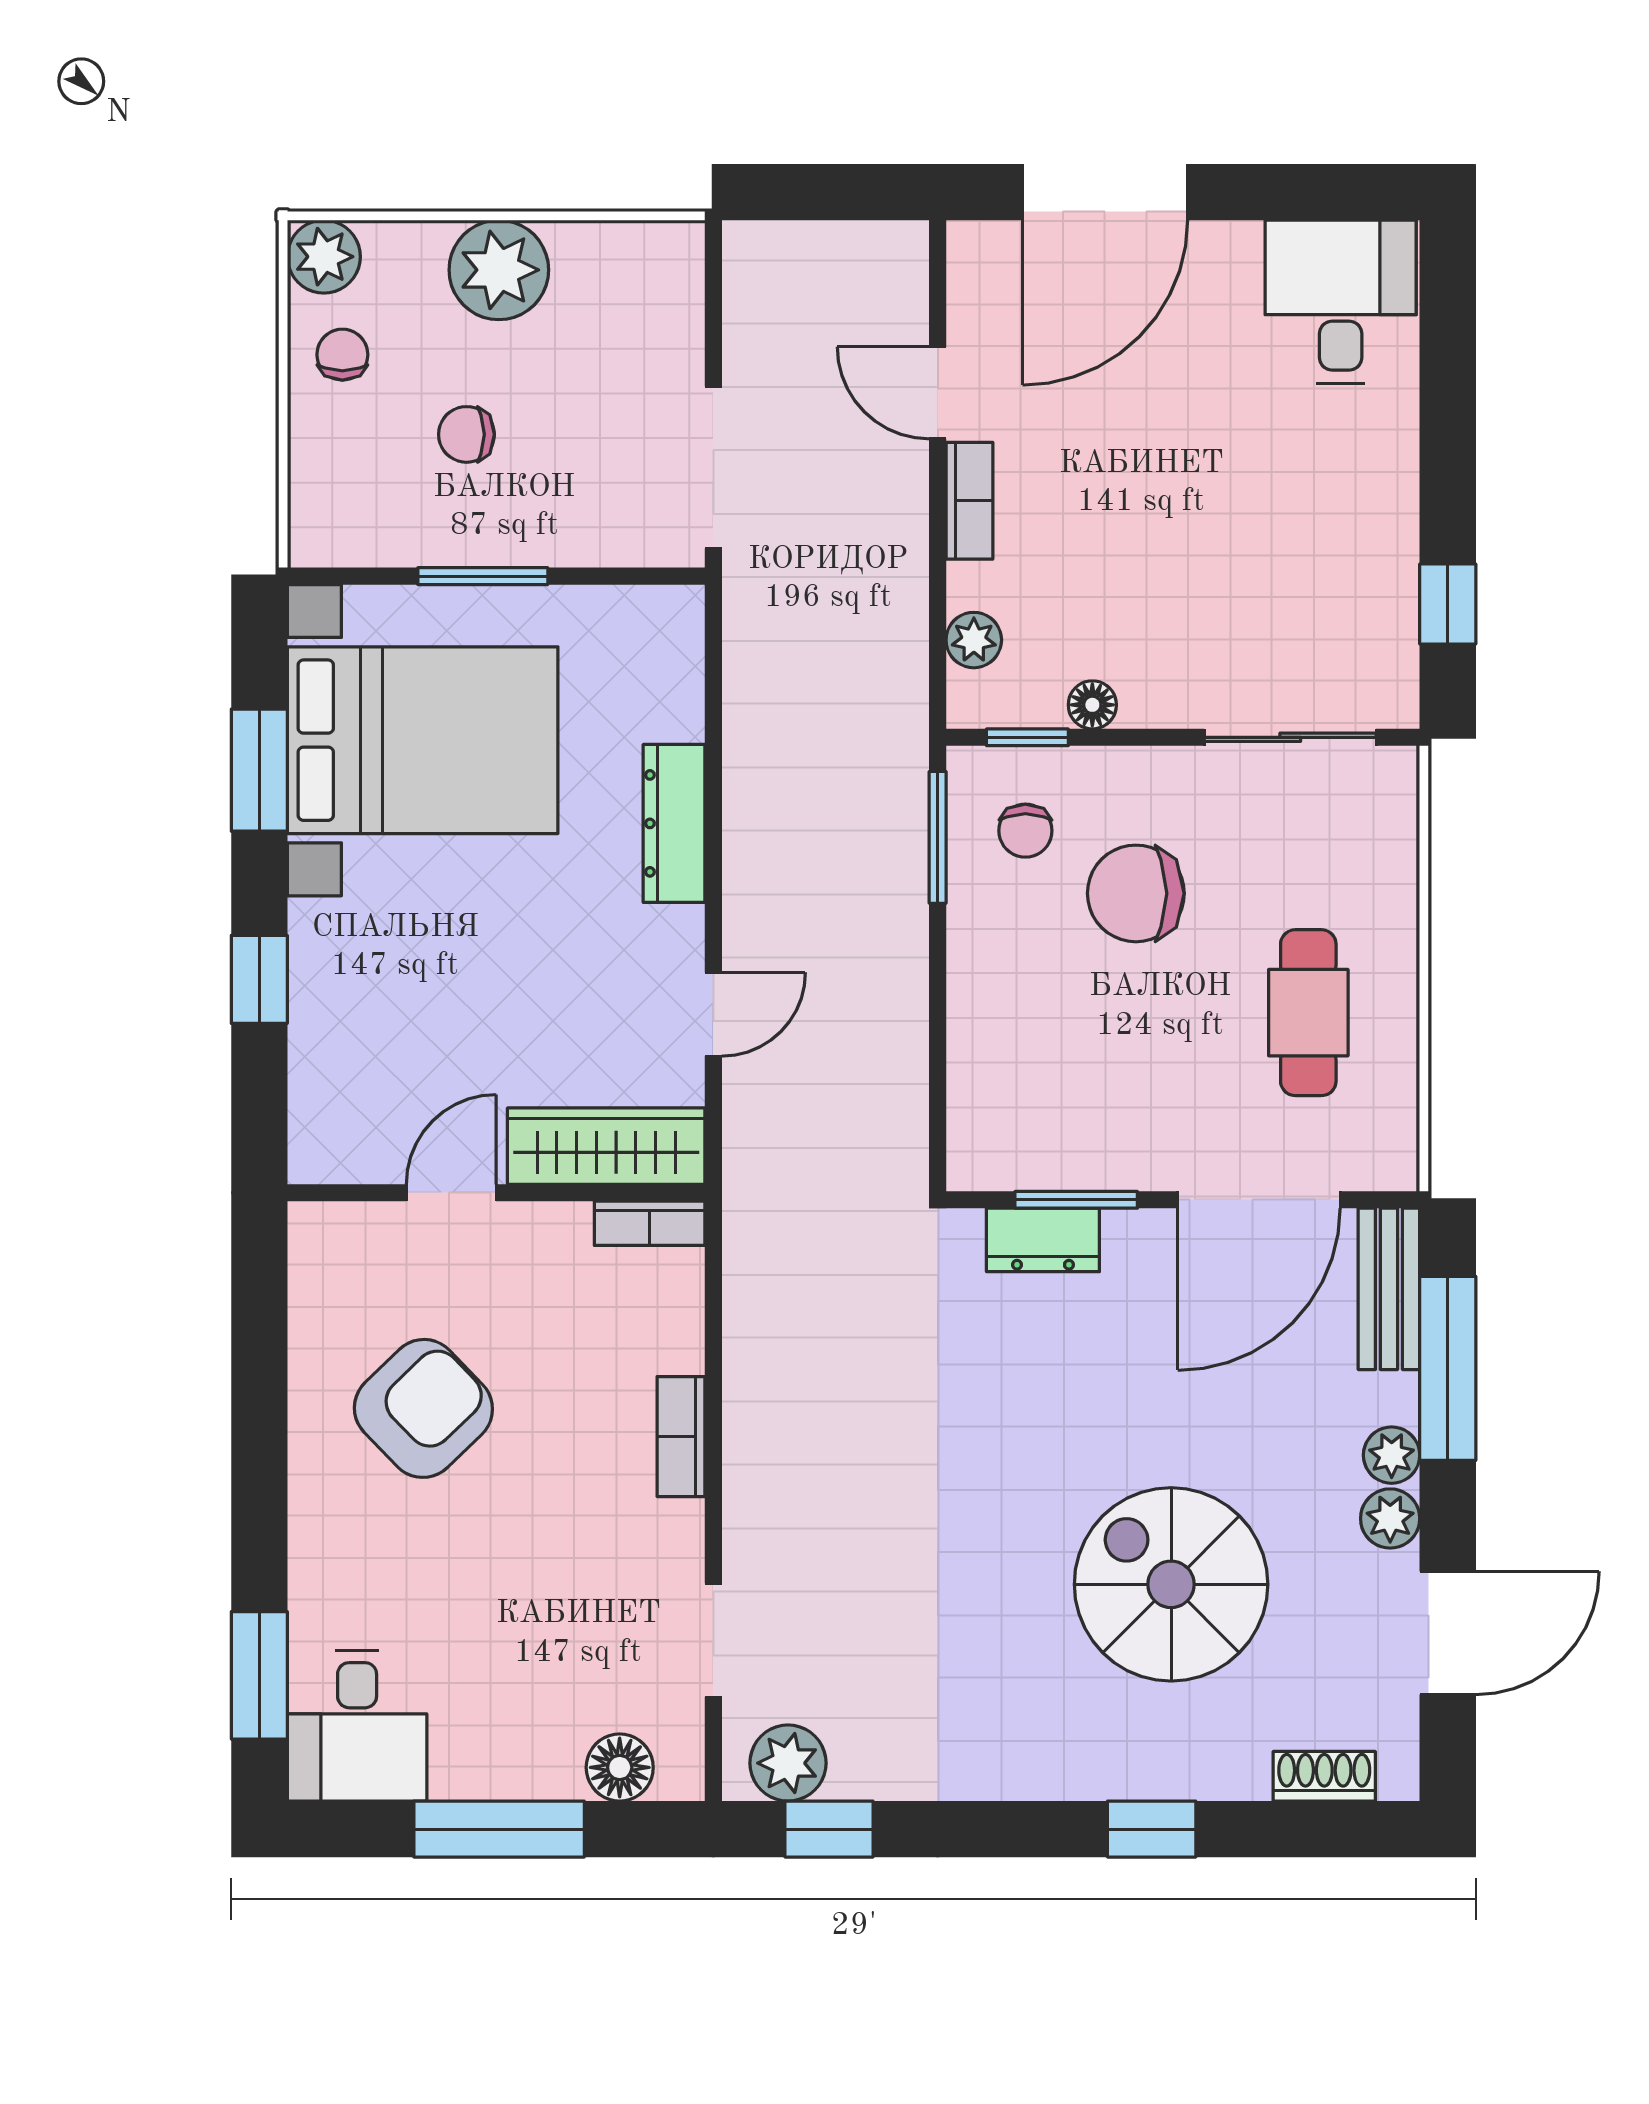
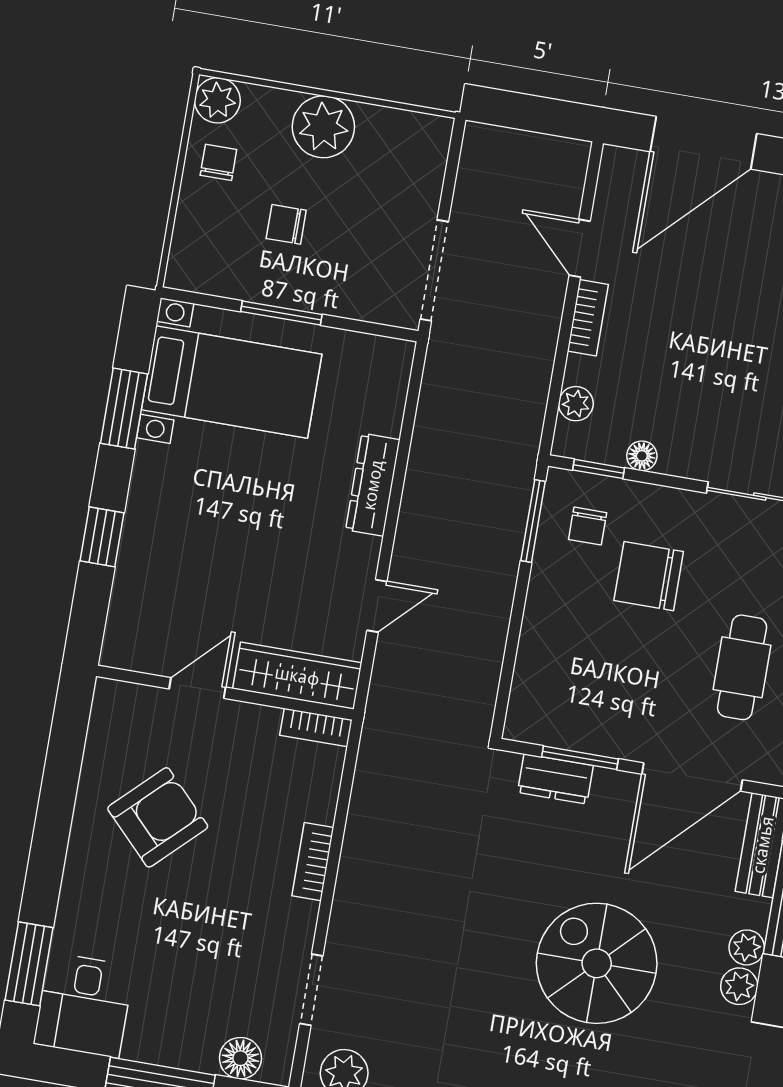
bed with nightstands: (423, 740) -> (232, 382), width x0.73
spiral stairs: (1171, 1584) -> (597, 963), moved

